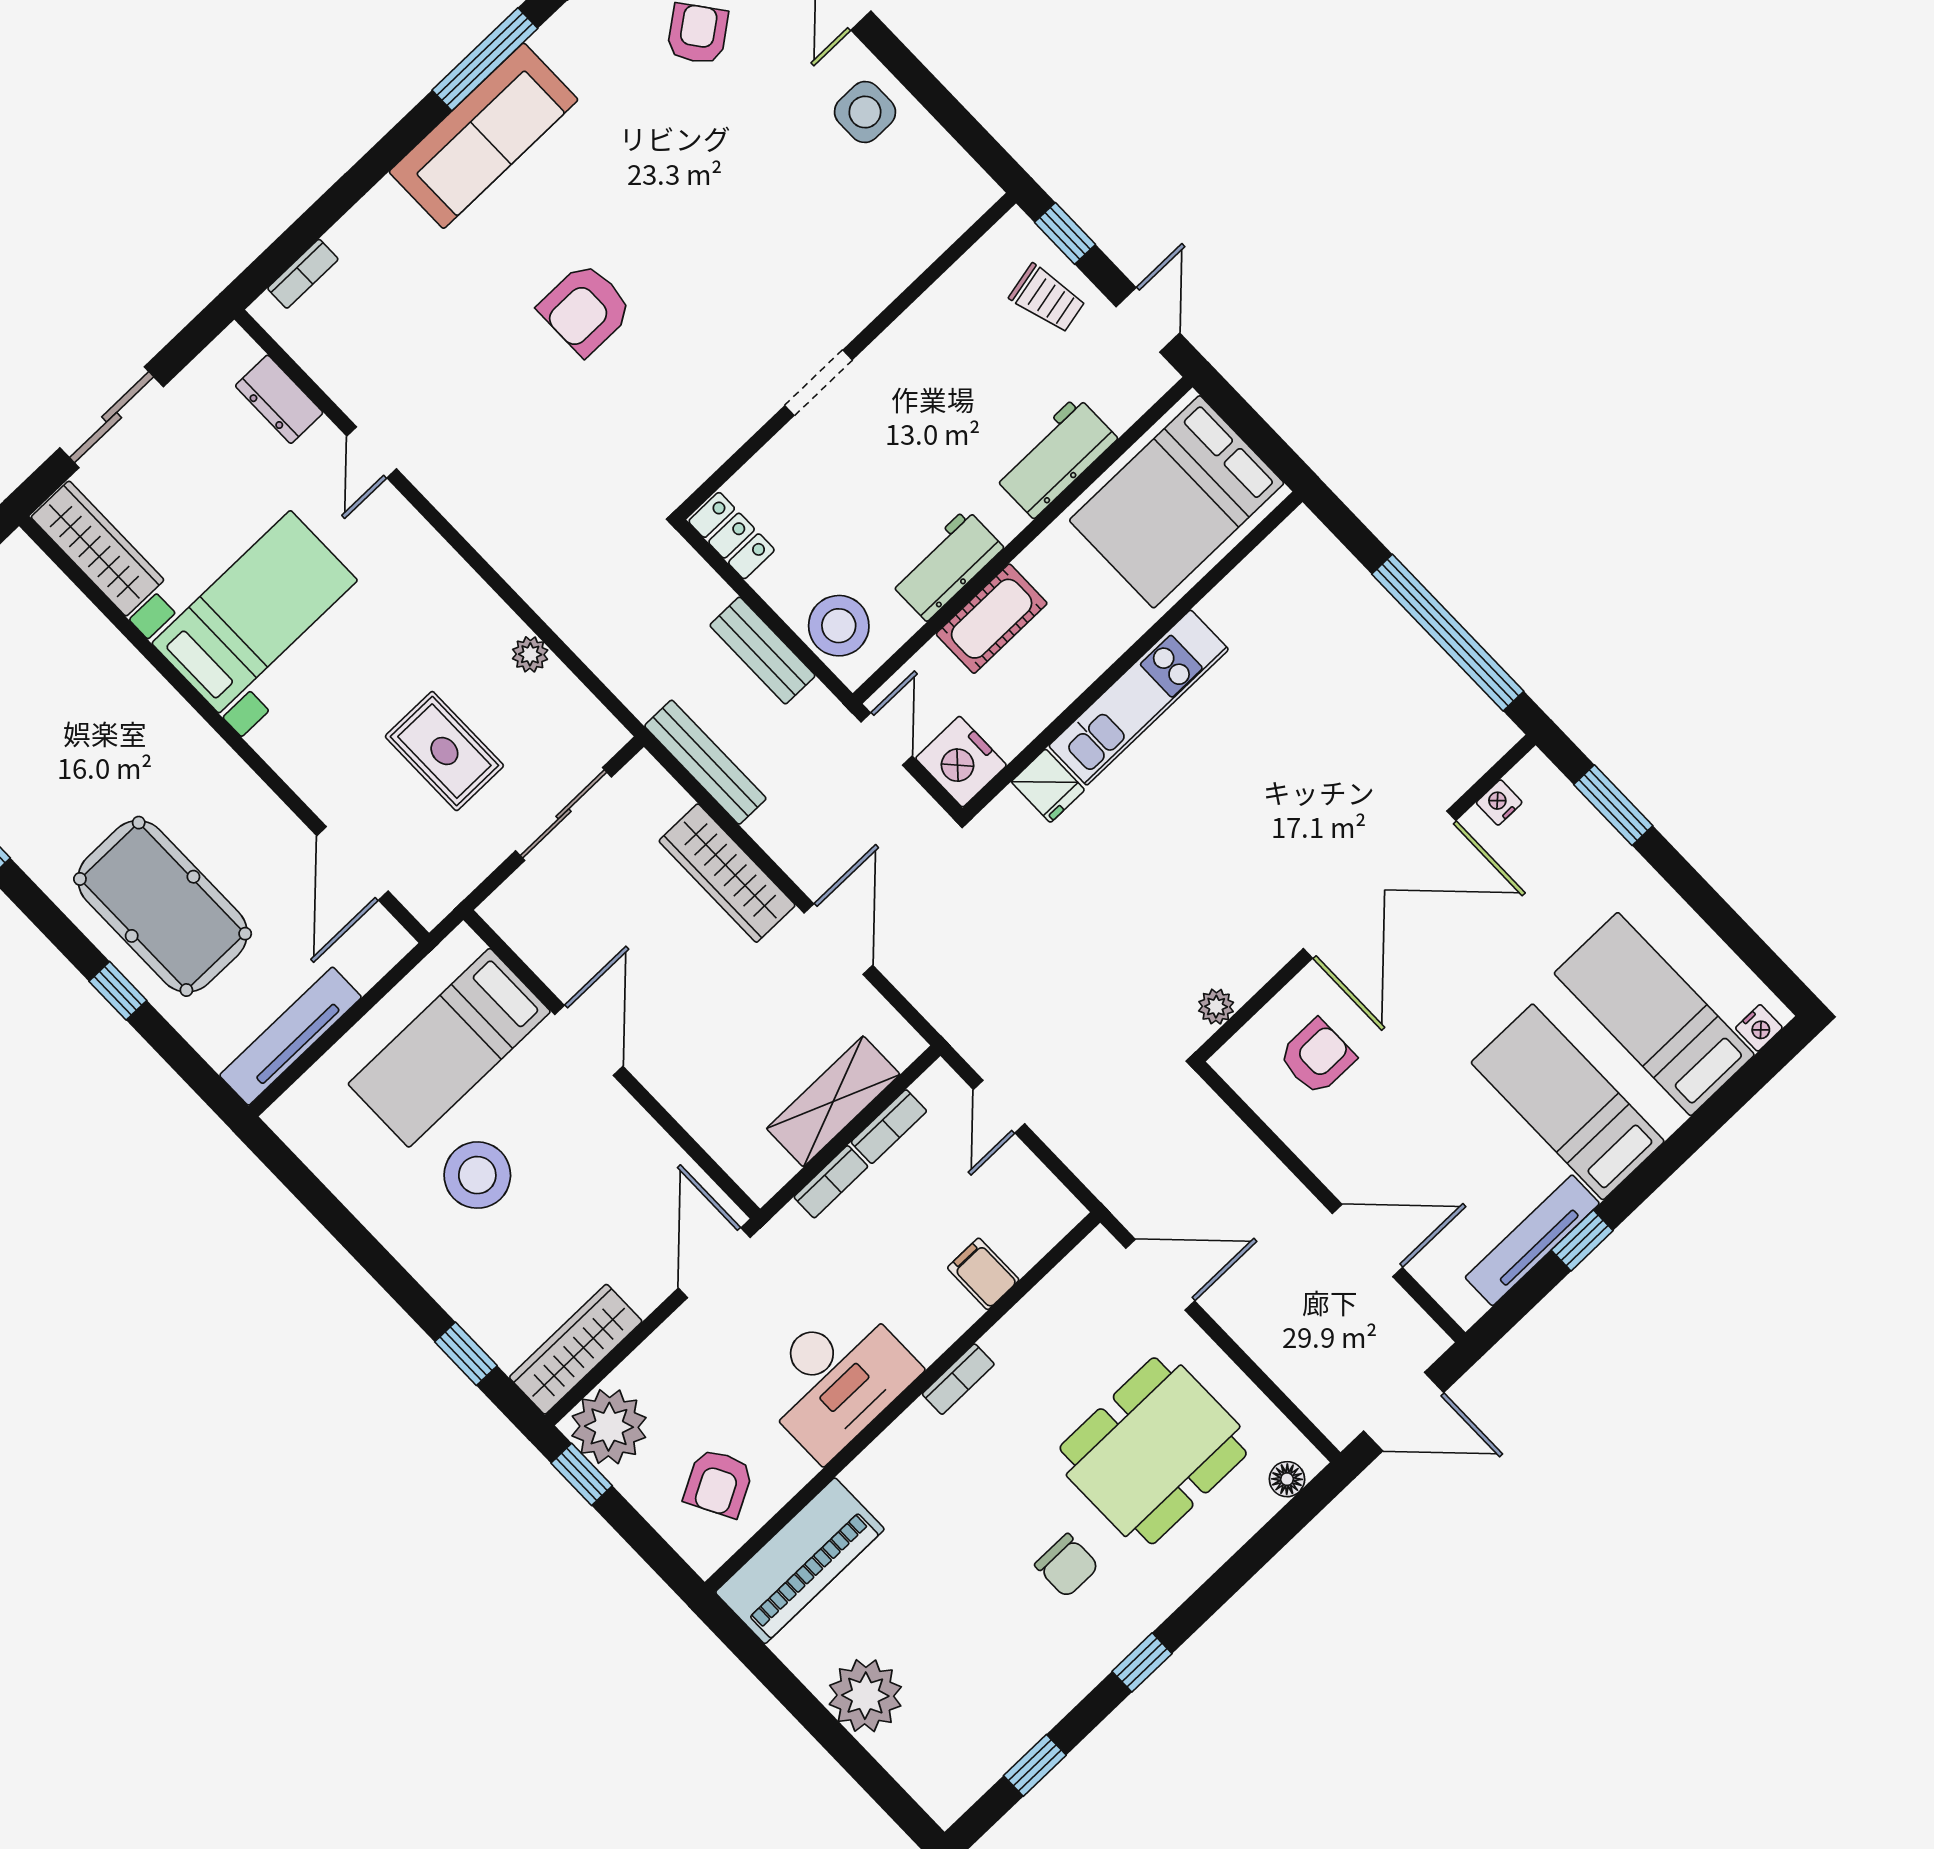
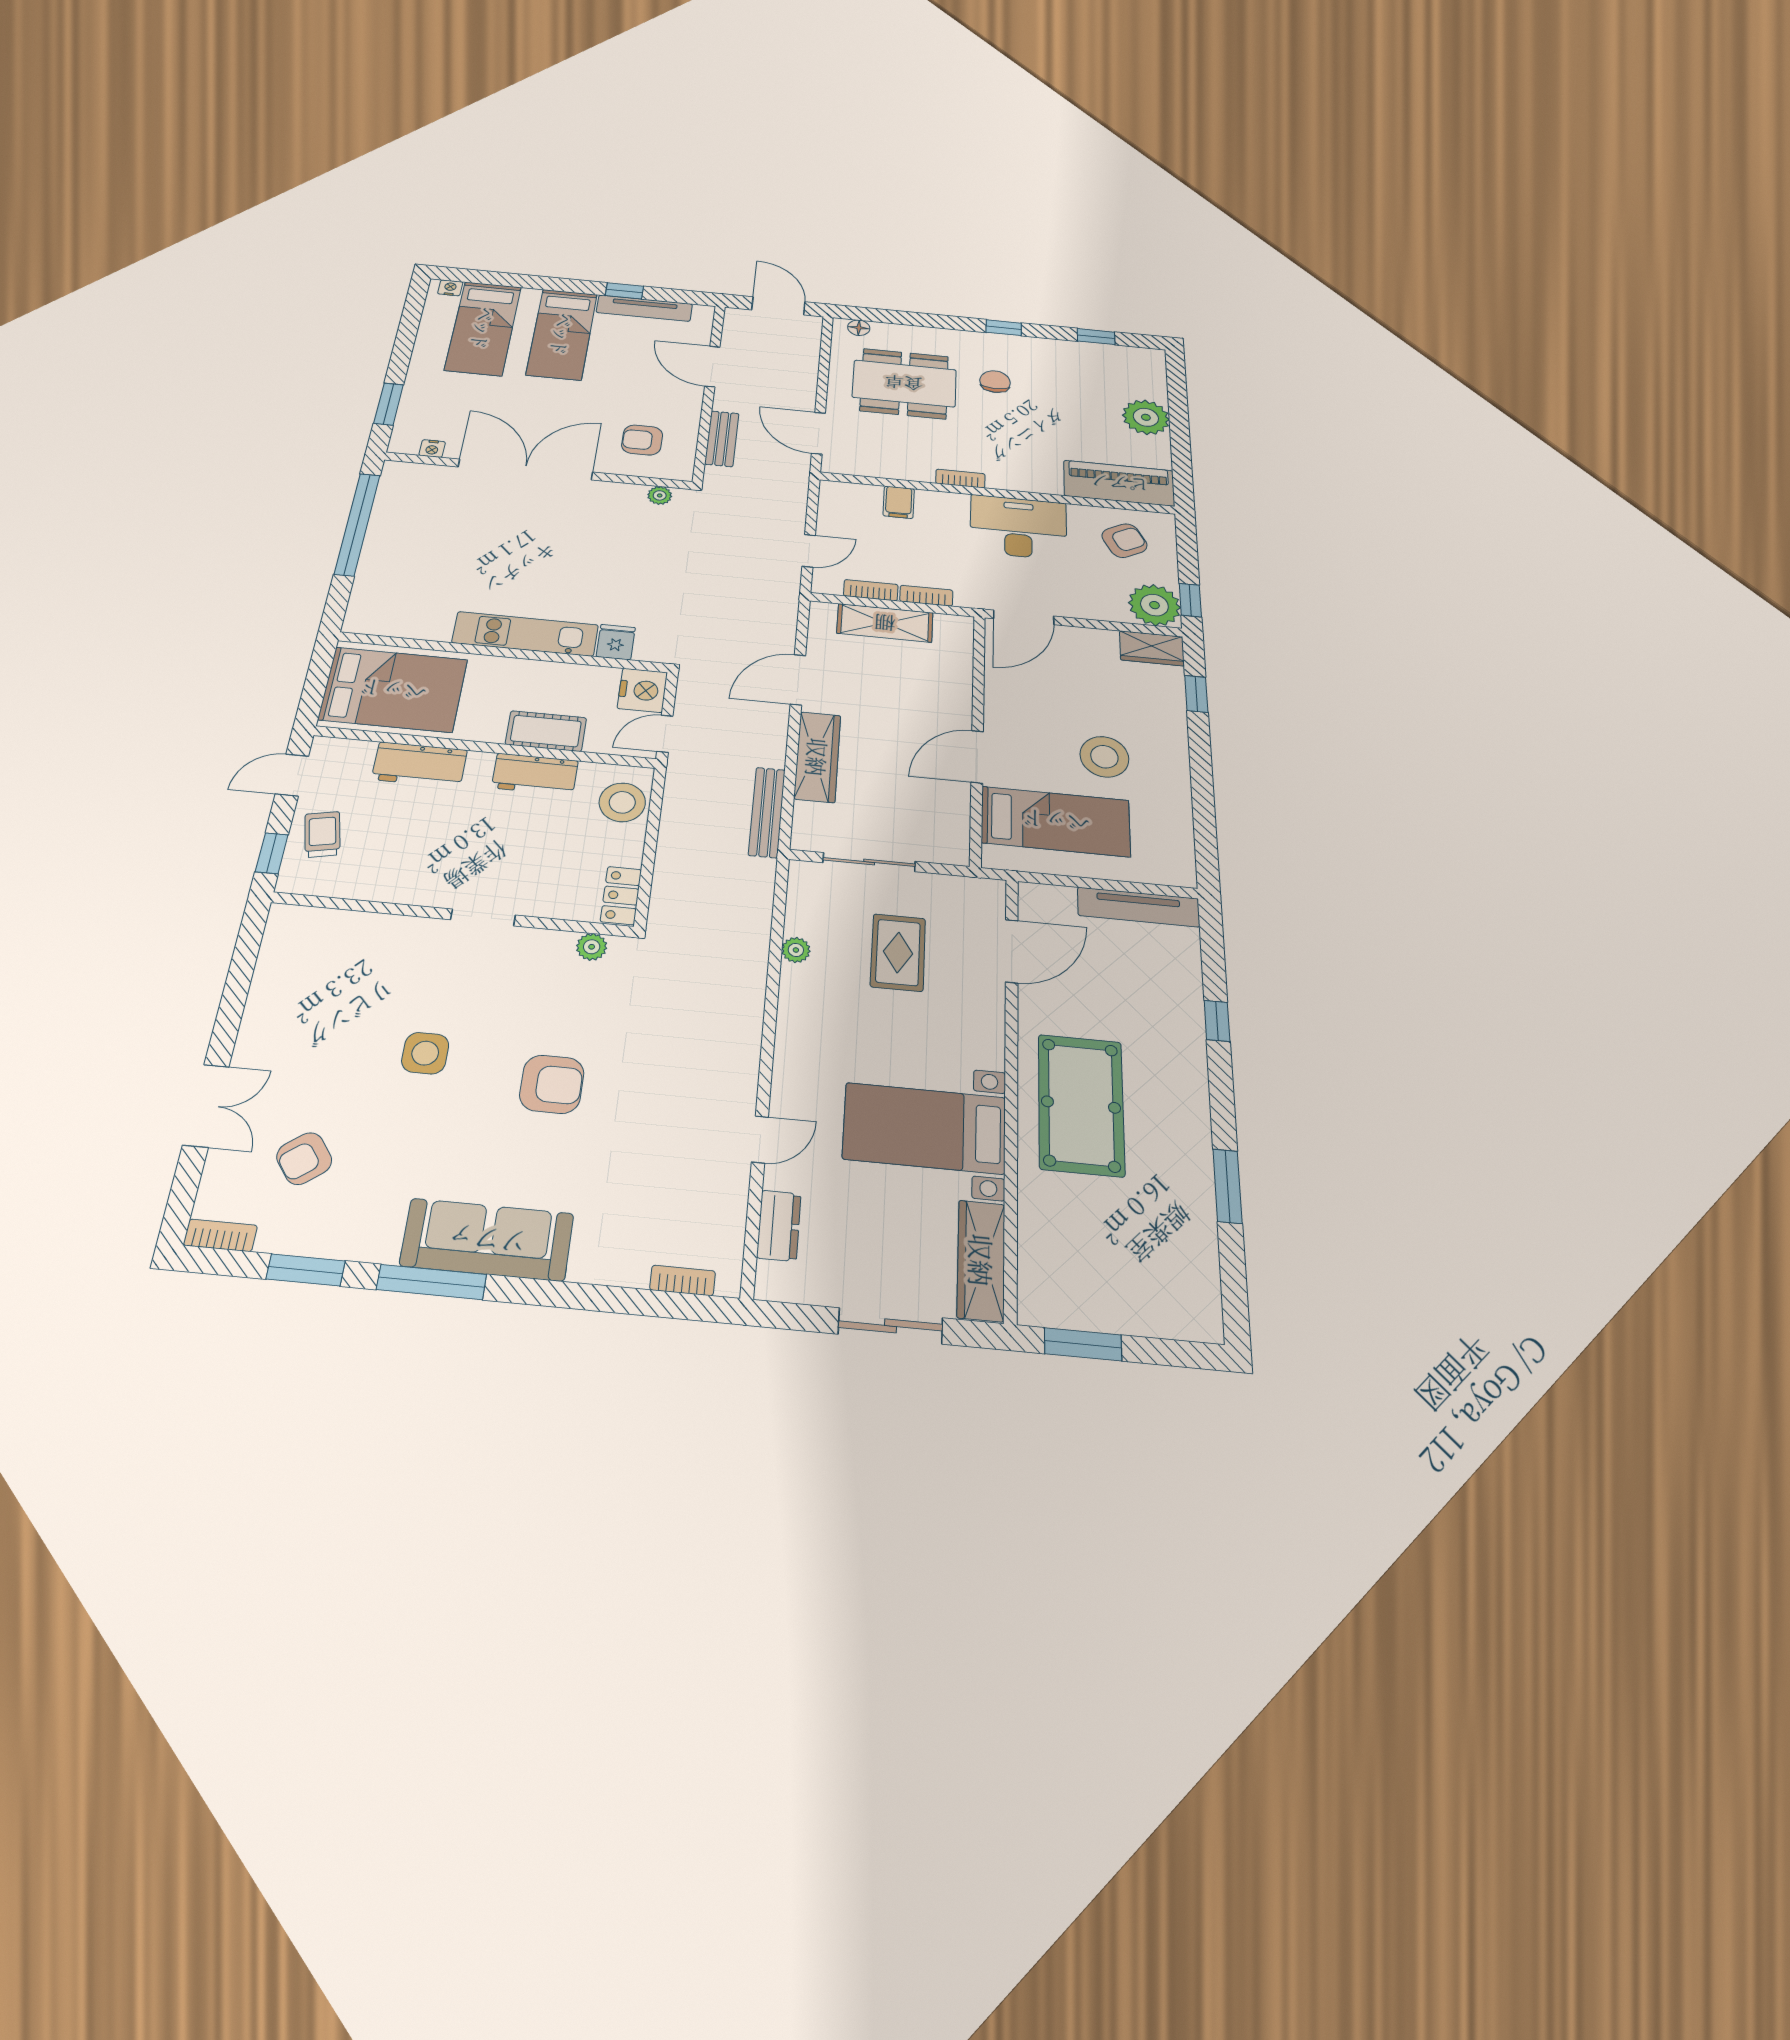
side table: (865, 112) -> (425, 1053), moved
plant: (698, 461) -> (592, 947), added
bench: (762, 651) -> (722, 439), moved
pool table: (163, 906) -> (1081, 1105), moved
wardrobe: (576, 1349) -> (1152, 648), width x0.67

